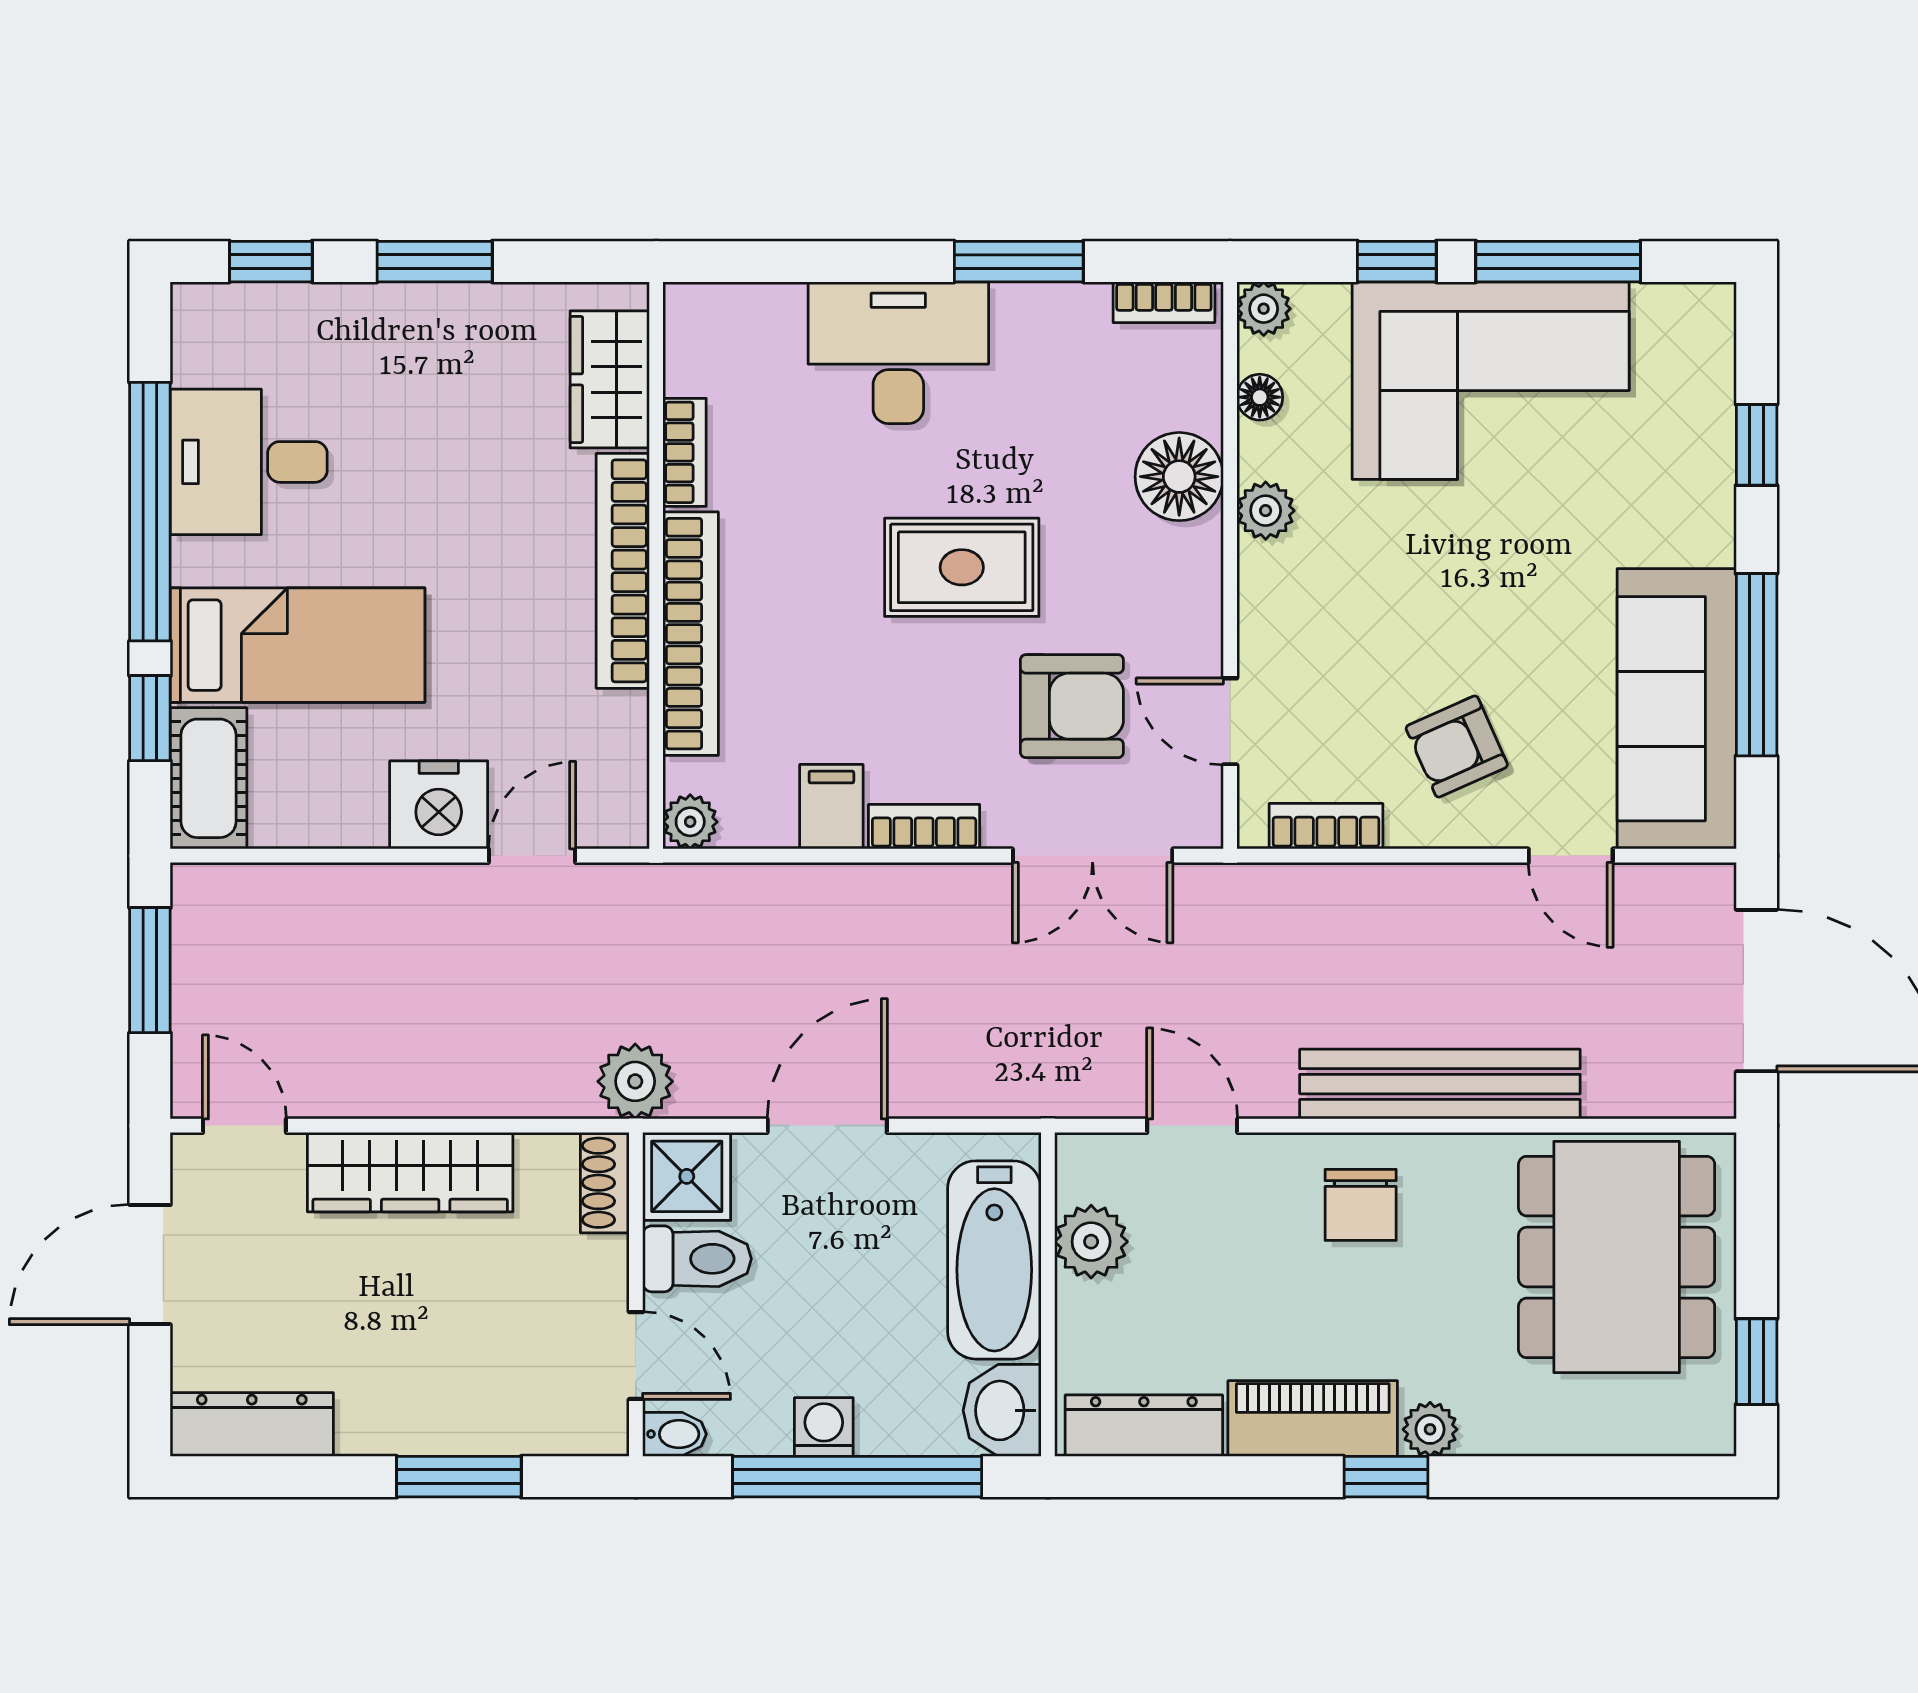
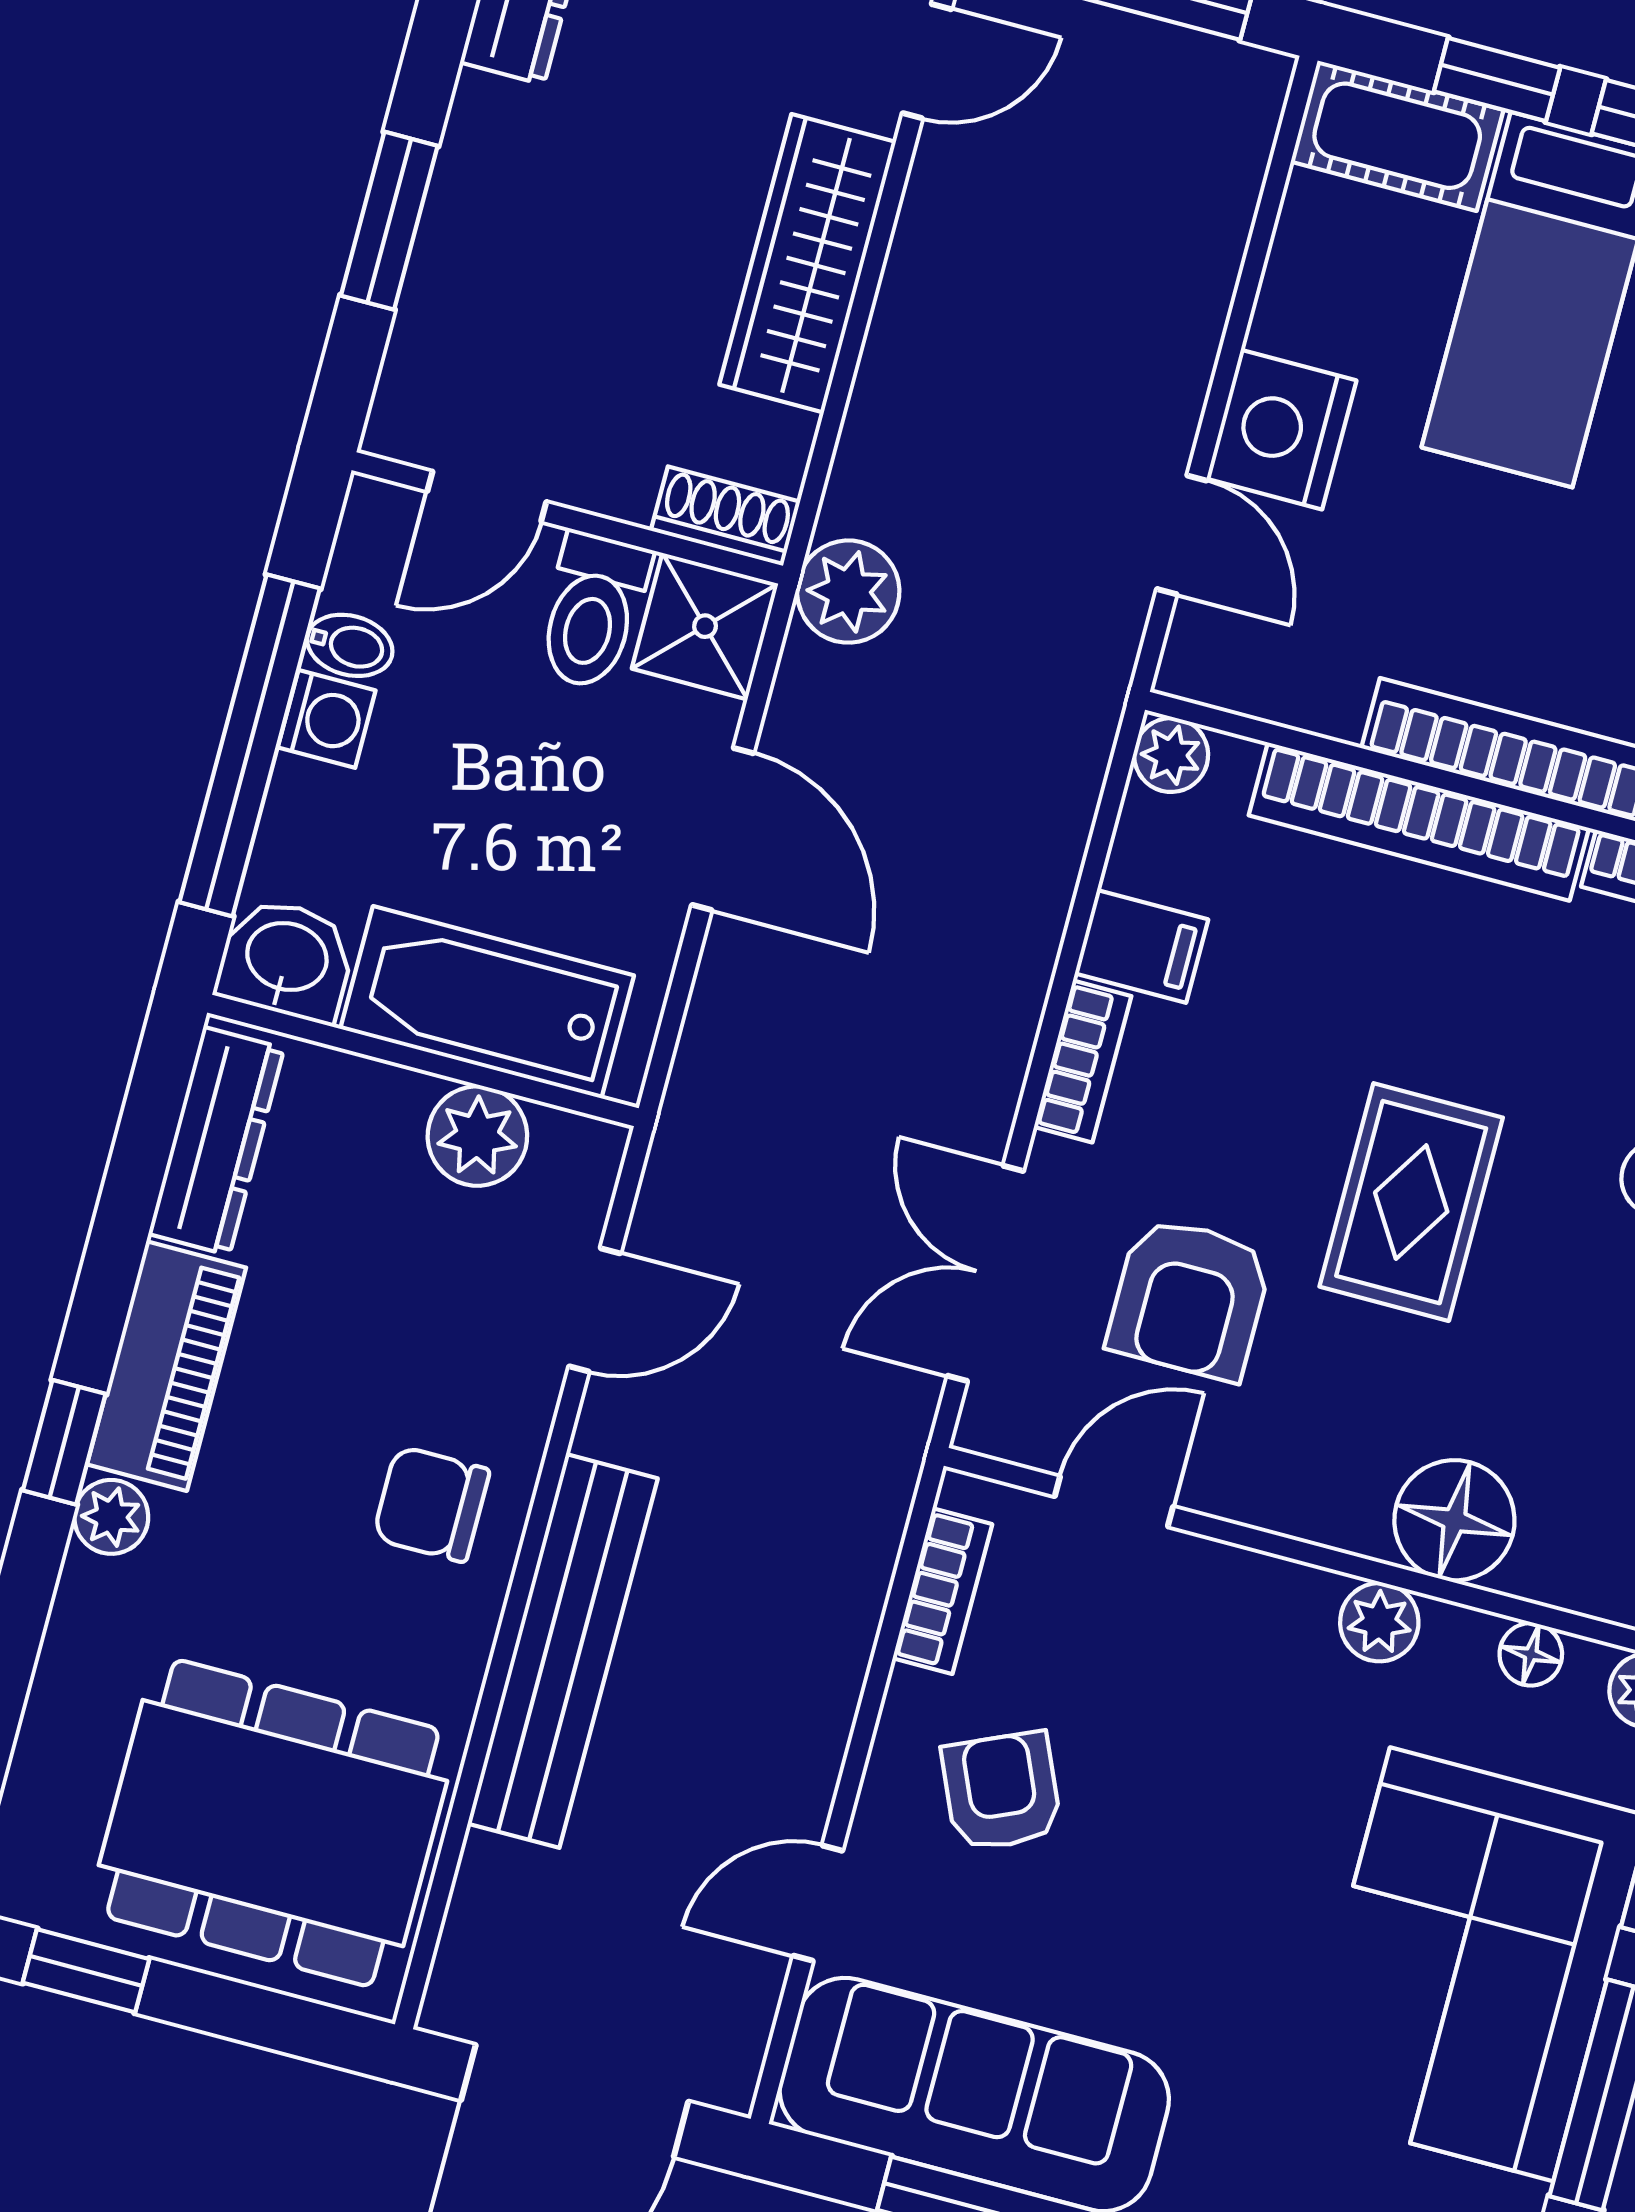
bidet: (675, 1434) -> (350, 645), moved, turned -90

